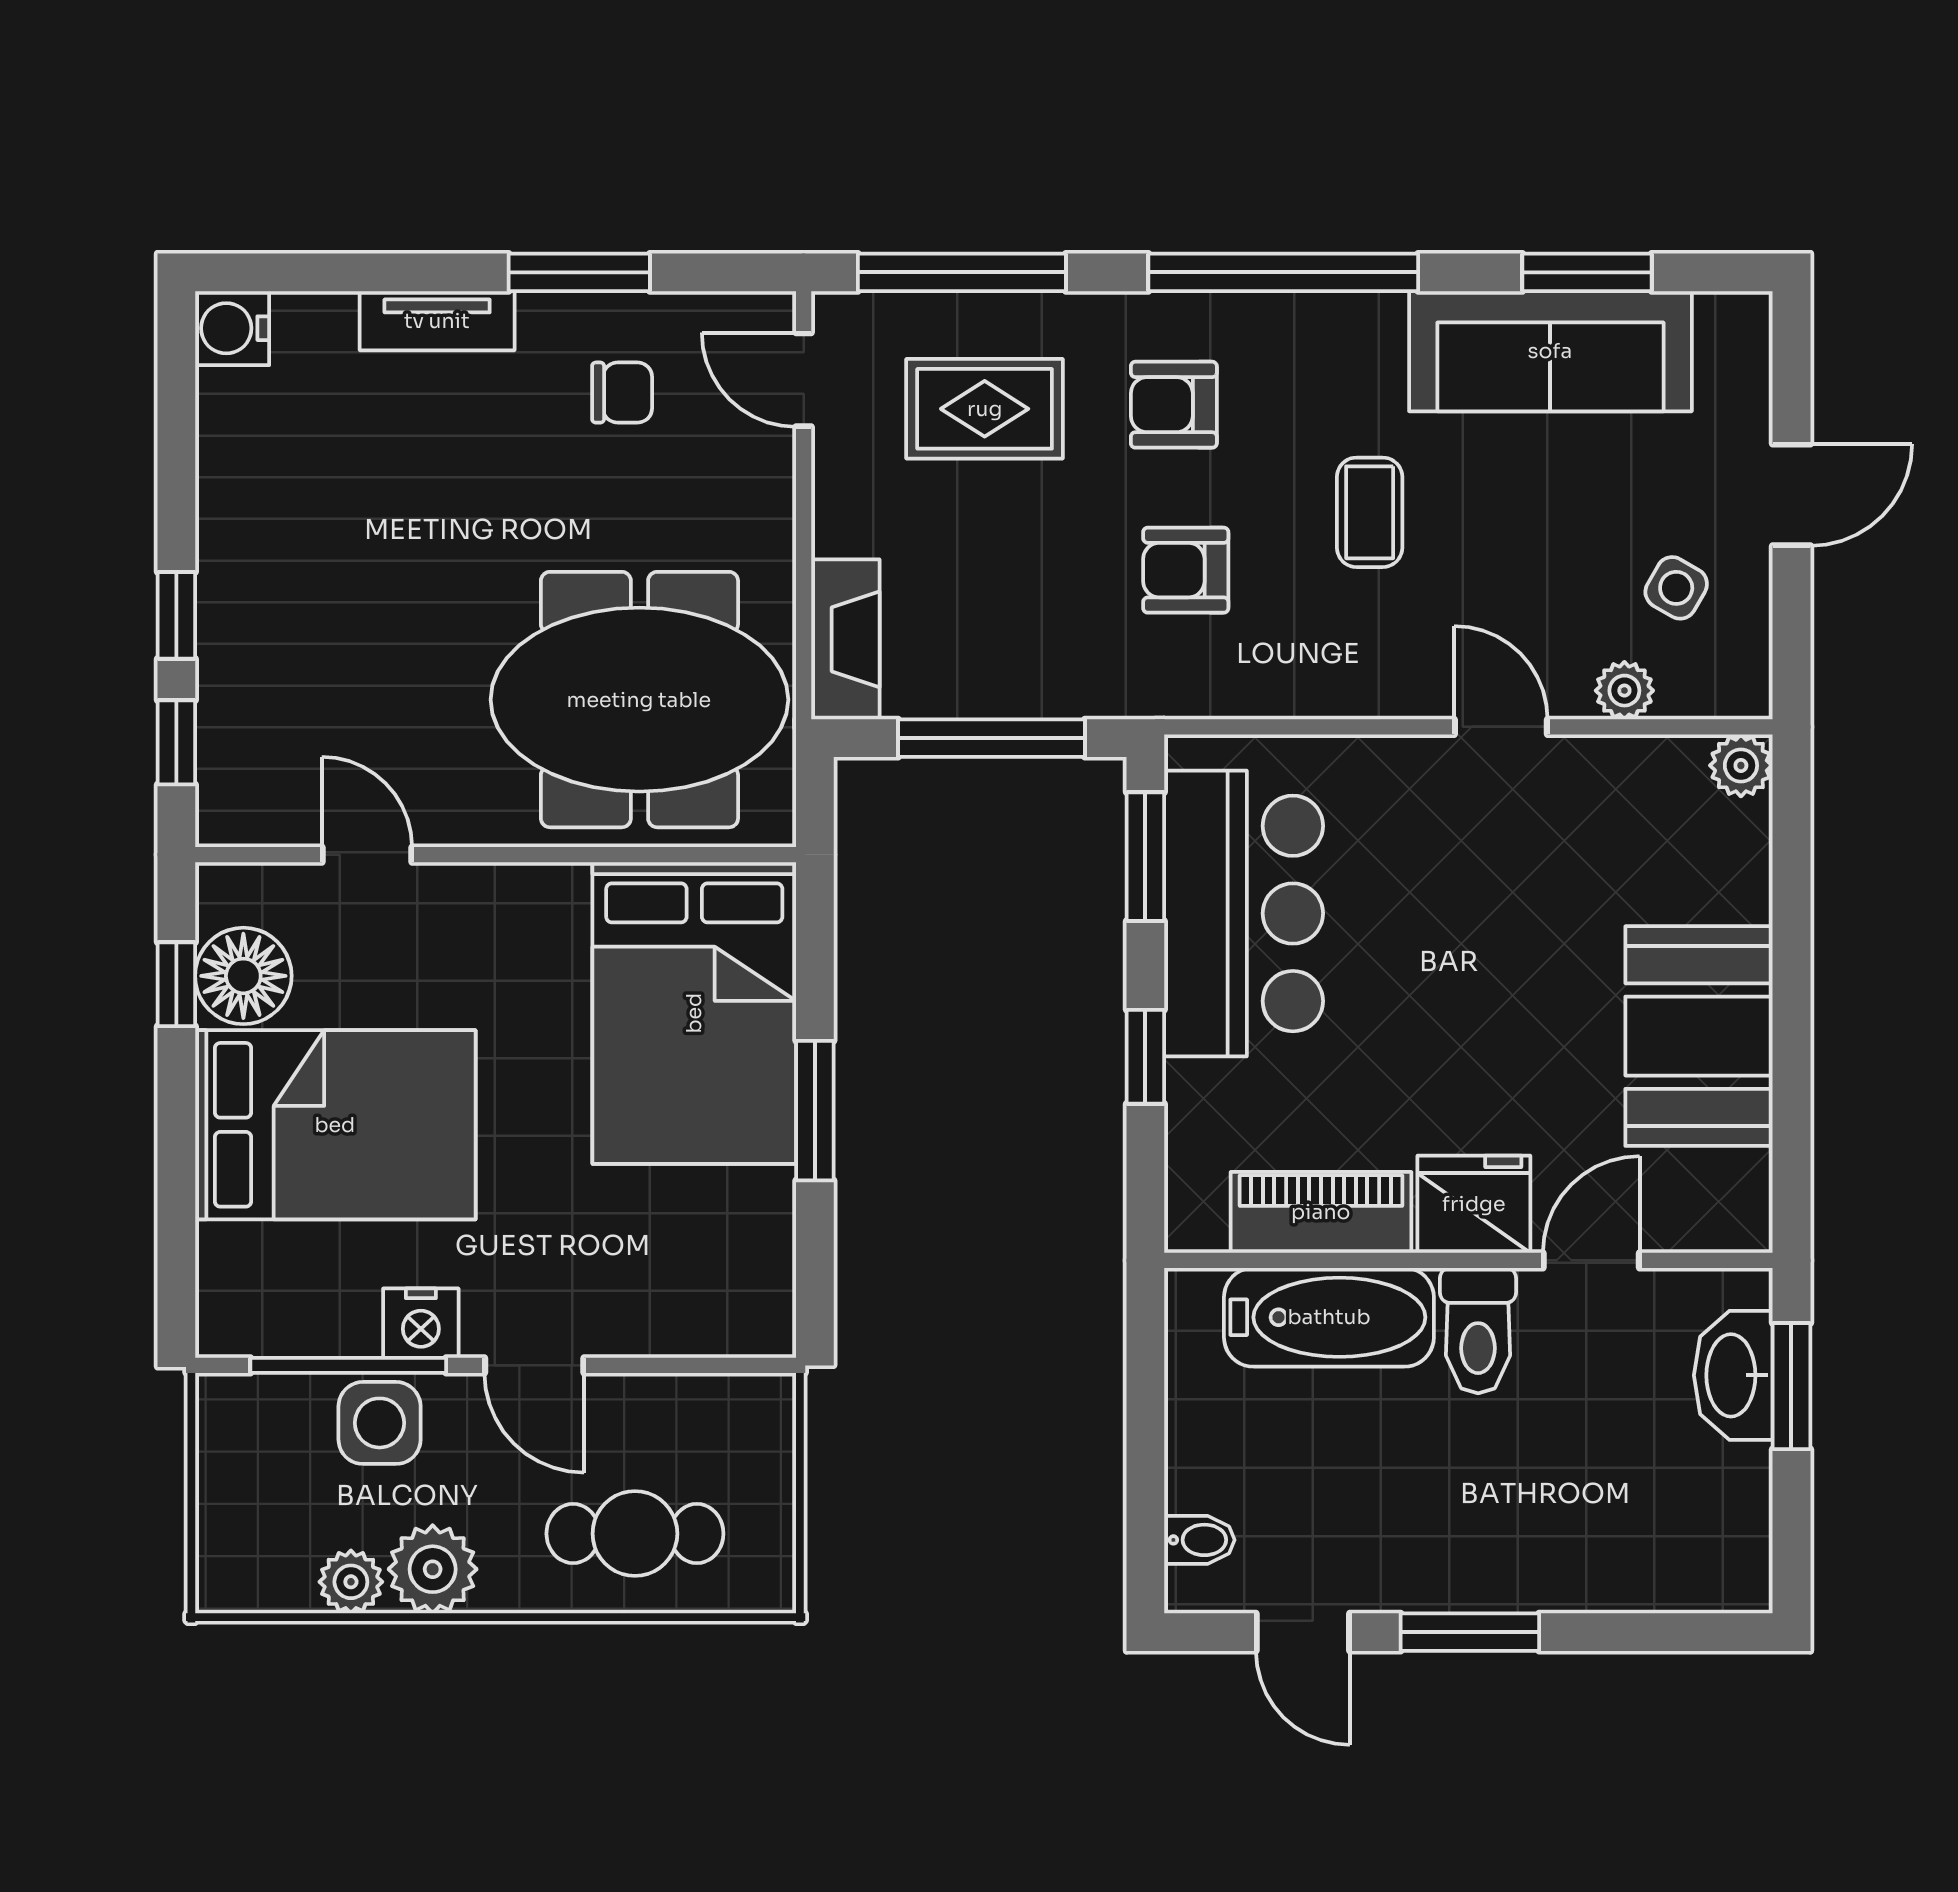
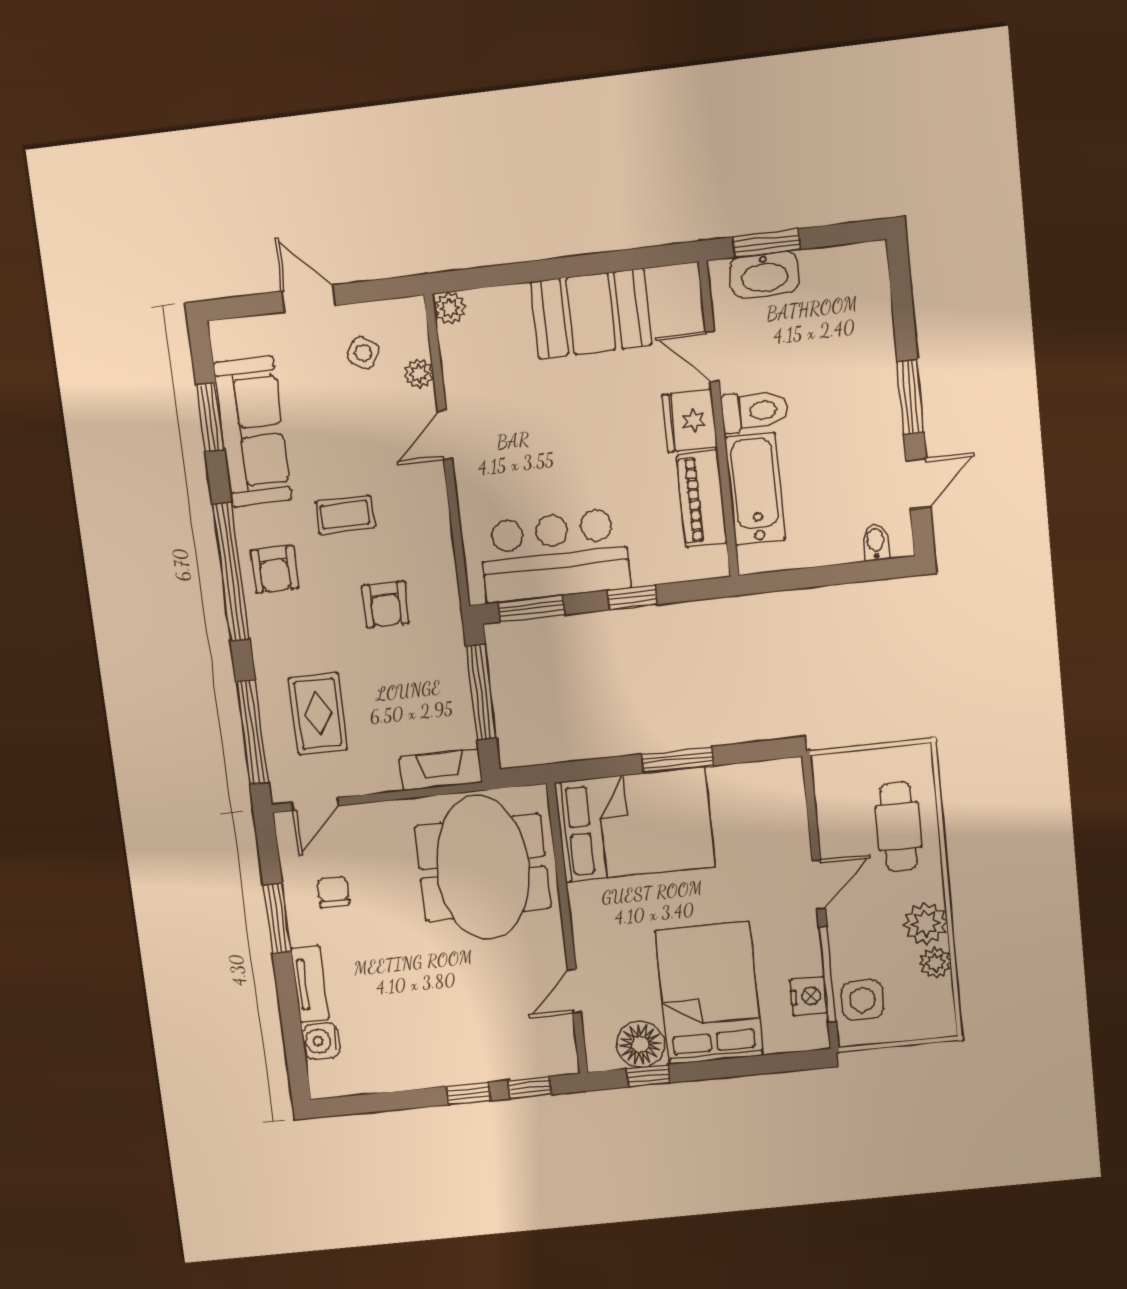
water cooler: (232, 328) -> (321, 1041), moved, turned 90
armchair: (1174, 405) -> (275, 569), moved
nightstand: (421, 1323) -> (808, 996), moved
side table: (380, 1423) -> (862, 1000), moved

